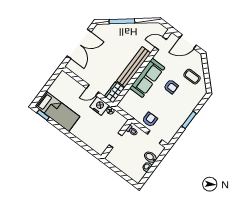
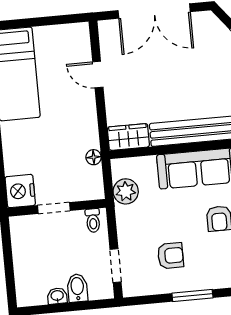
door: (93, 90) -> (98, 75), moved
nightstand: (99, 106) -> (20, 191), moved, turned 180
plant: (132, 110) -> (126, 191), added
armchair: (150, 120) -> (170, 256), moved

